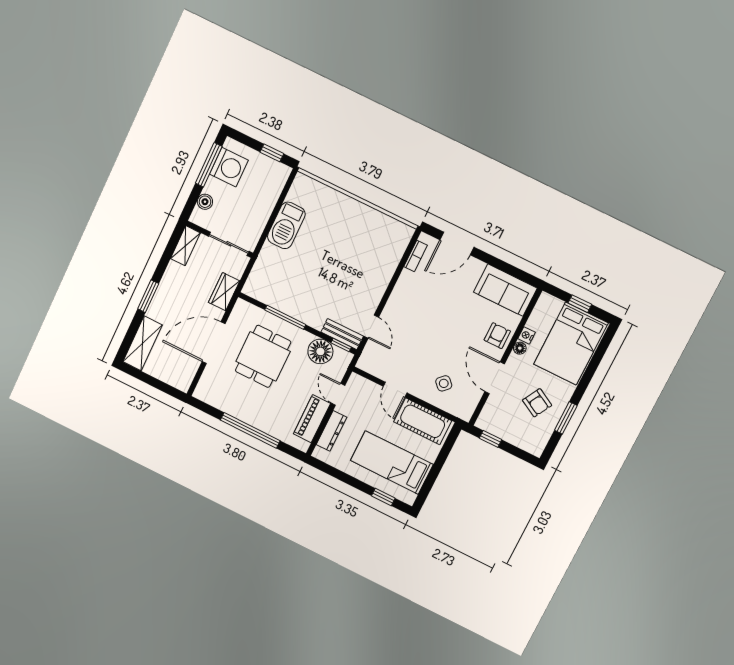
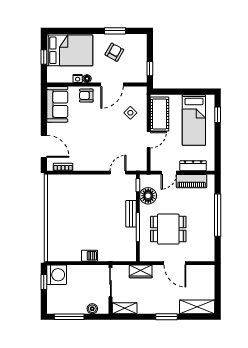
washing machine: (229, 167) -> (57, 275), moved, turned 90
barbecue: (286, 225) -> (89, 256), width x0.53, depth x0.65
bench: (342, 334) -> (131, 214), moved
door: (214, 343) -> (175, 263), width x0.73

